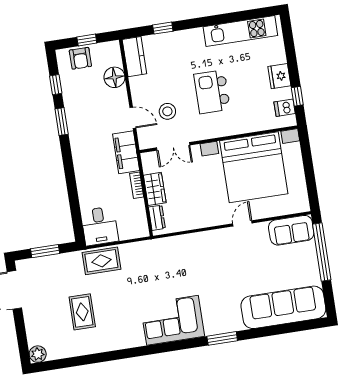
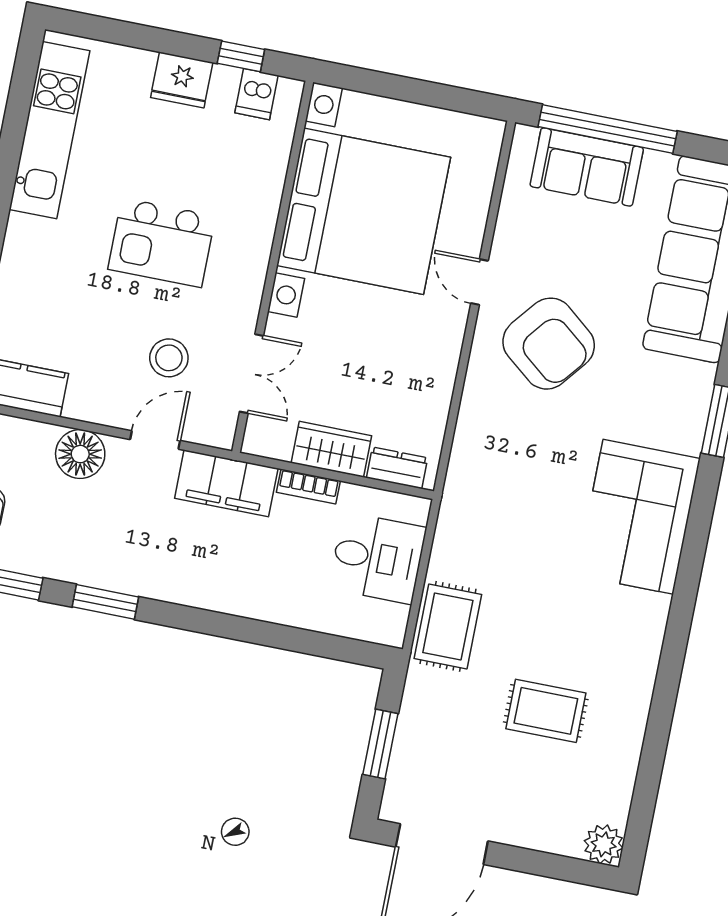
floor lamp: (114, 77) -> (80, 454), moved
desk: (100, 226) -> (378, 558), moved
sofa: (291, 230) -> (587, 167), moved, turned 90
armchair: (228, 260) -> (549, 344), added

